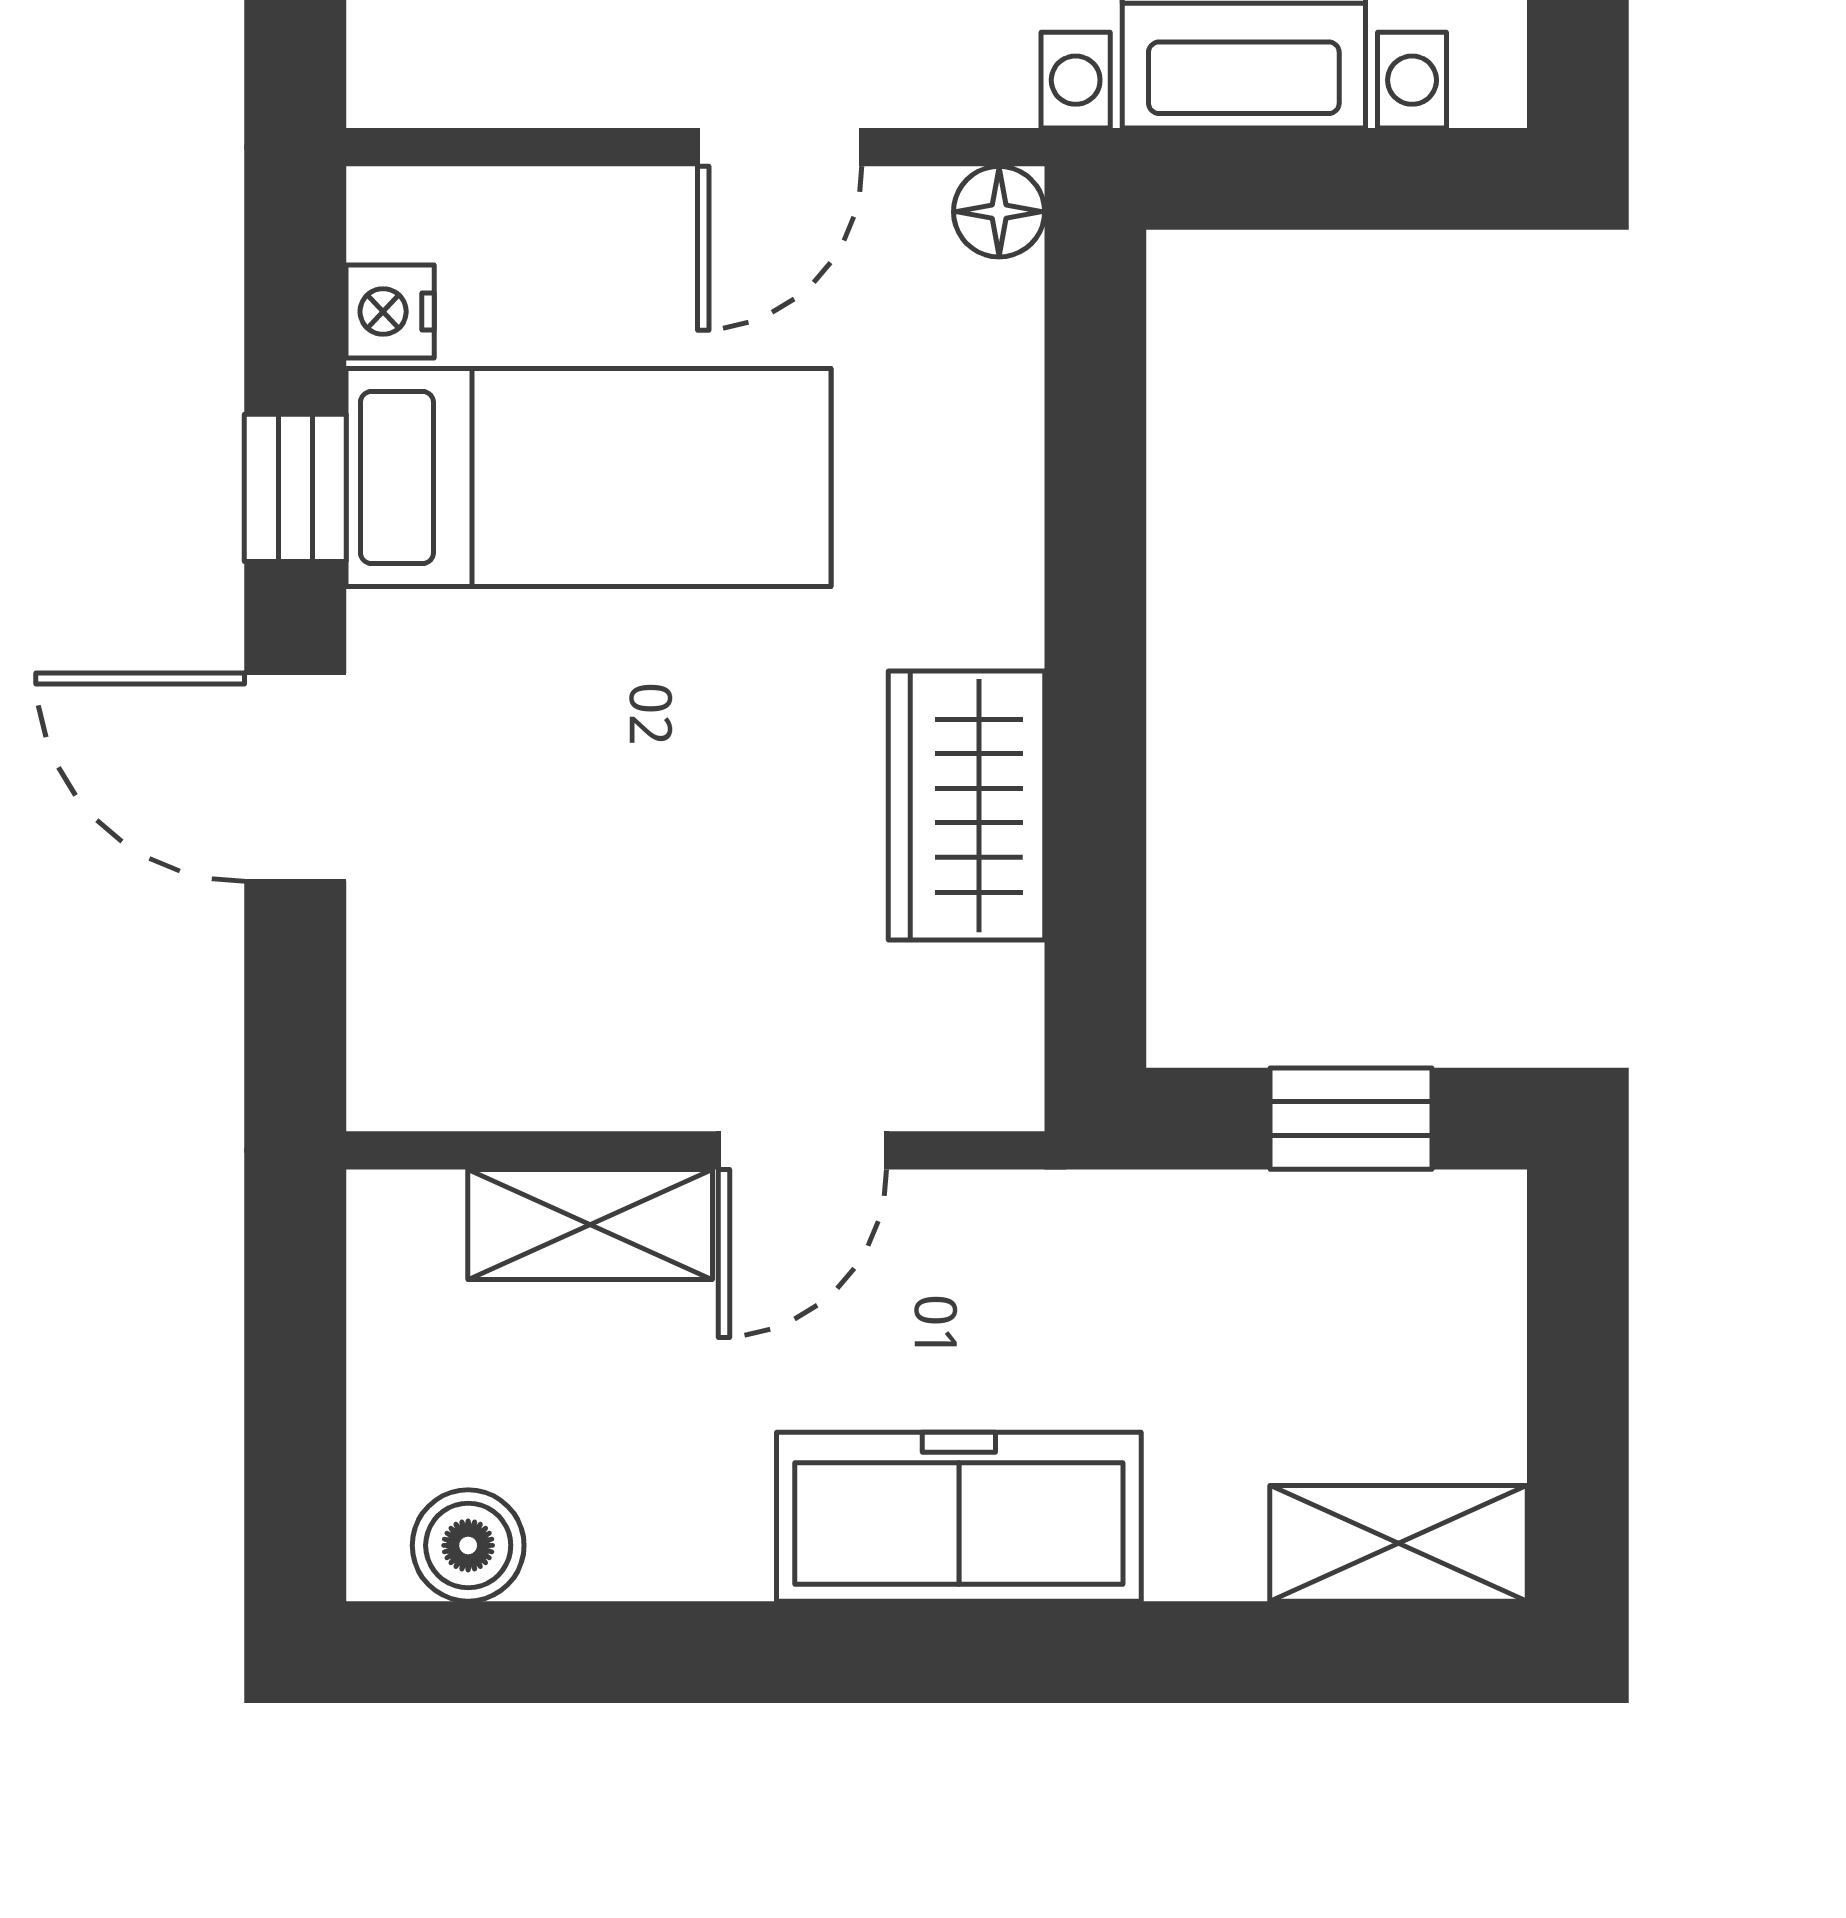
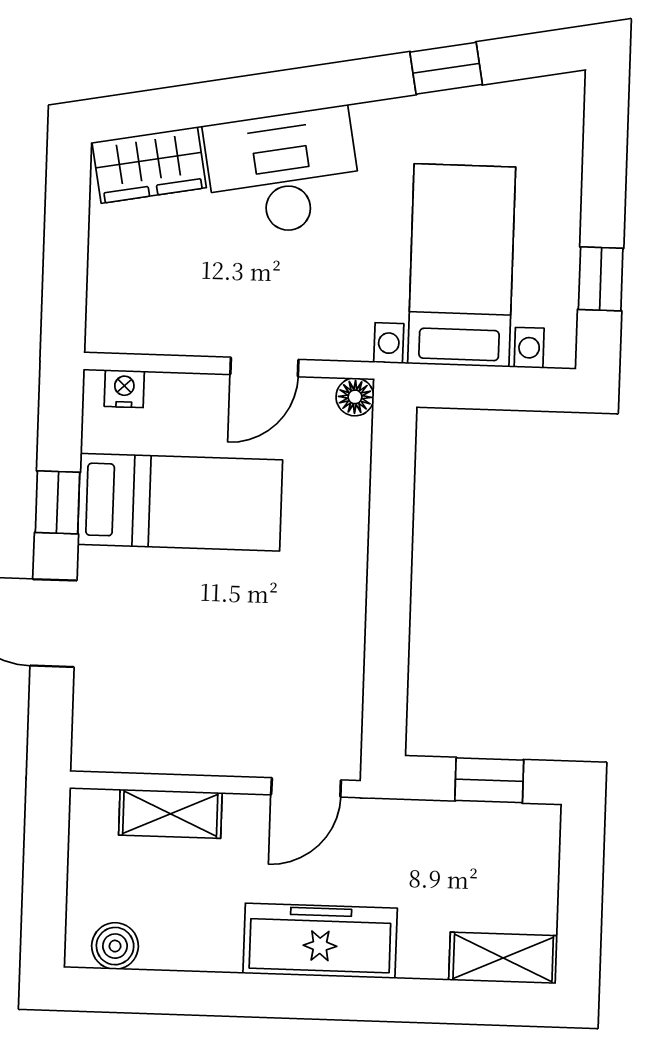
nightstand: (390, 312) -> (124, 389), moved, turned 90
wardrobe: (966, 806) -> (333, 644), removed
door: (802, 1150) -> (306, 787), moved

